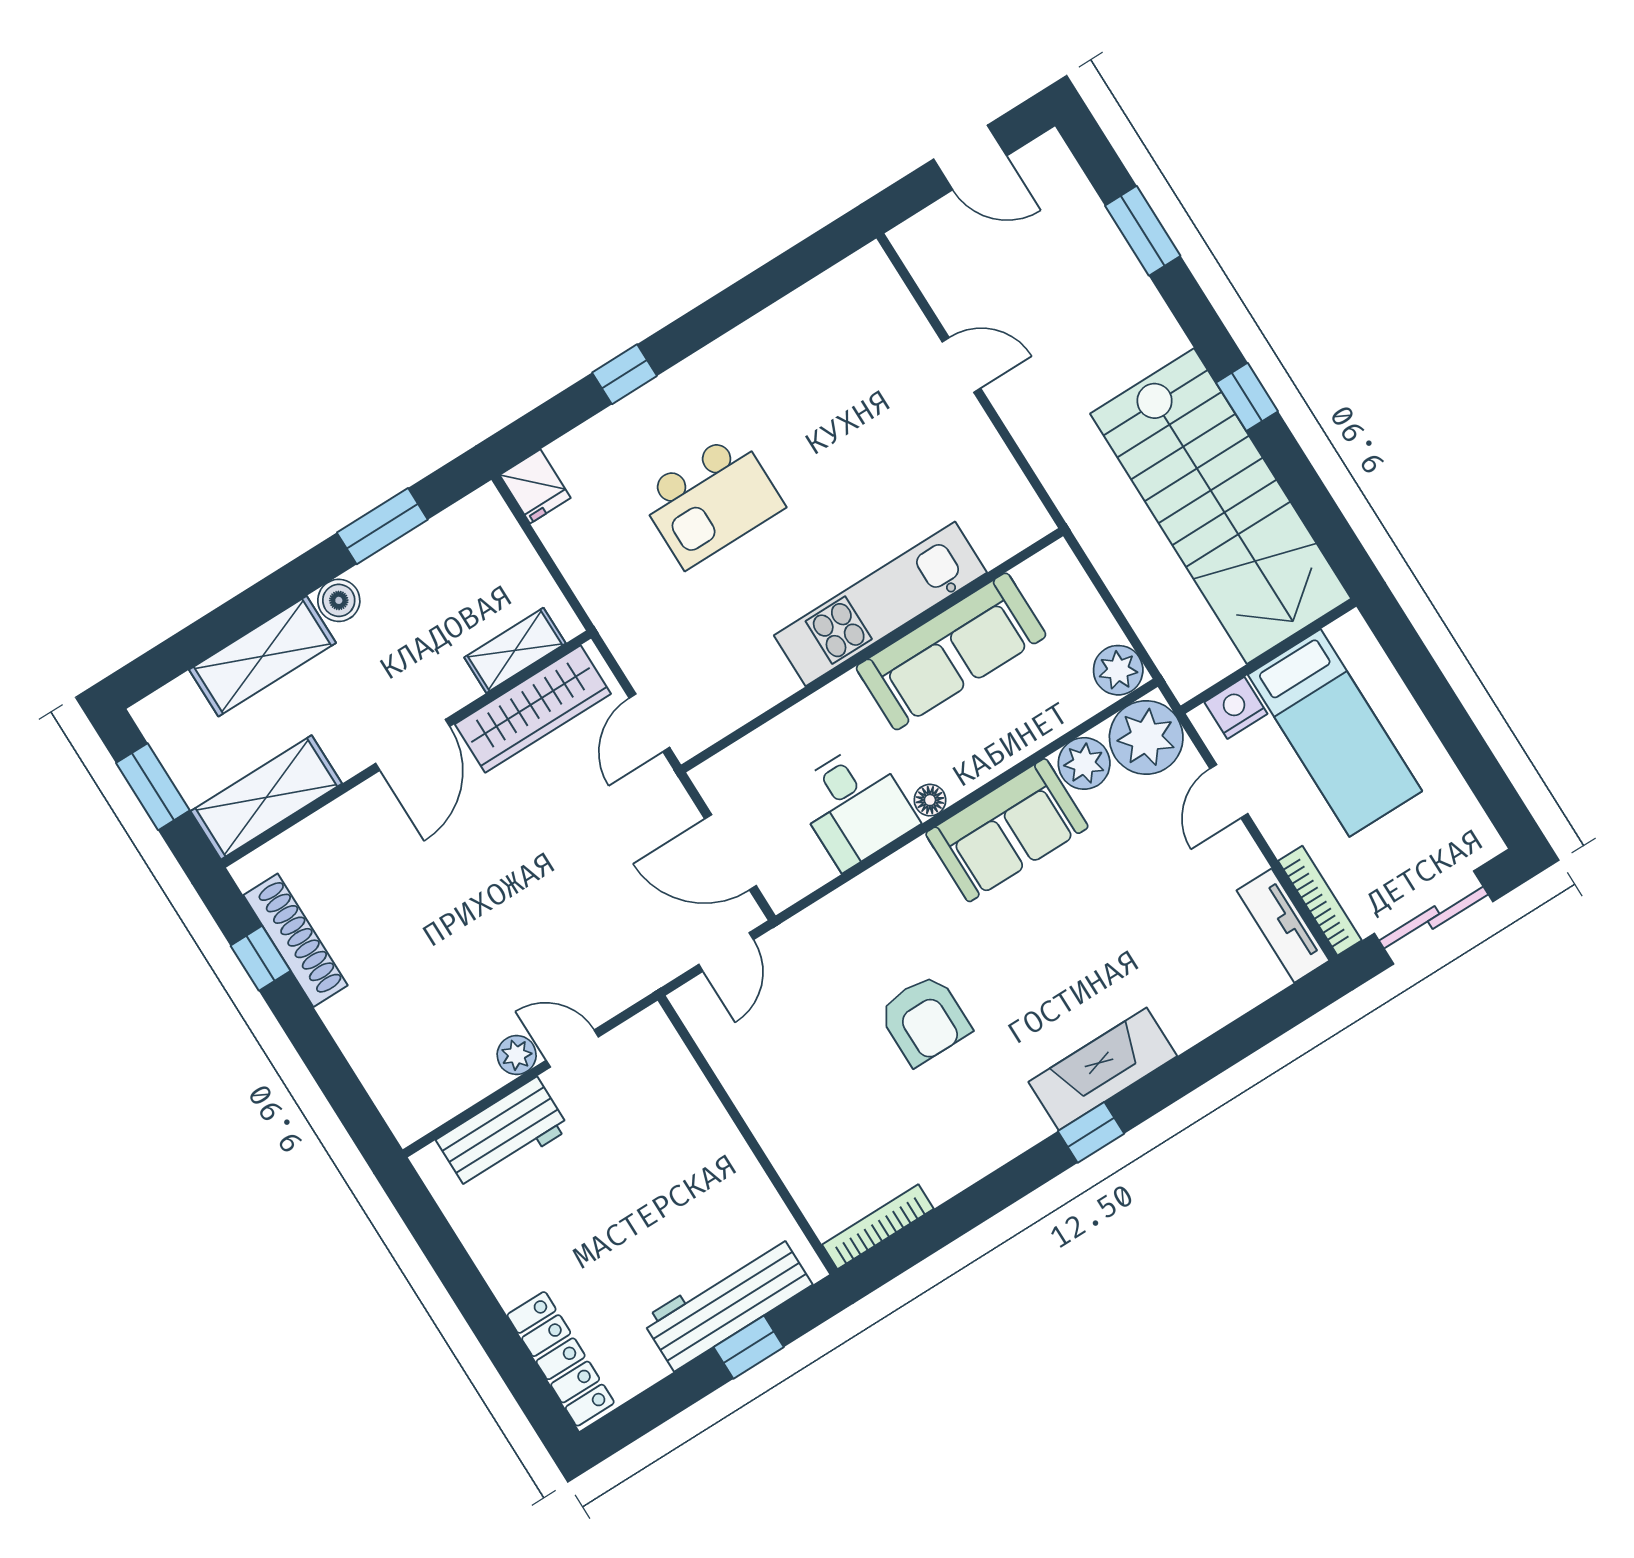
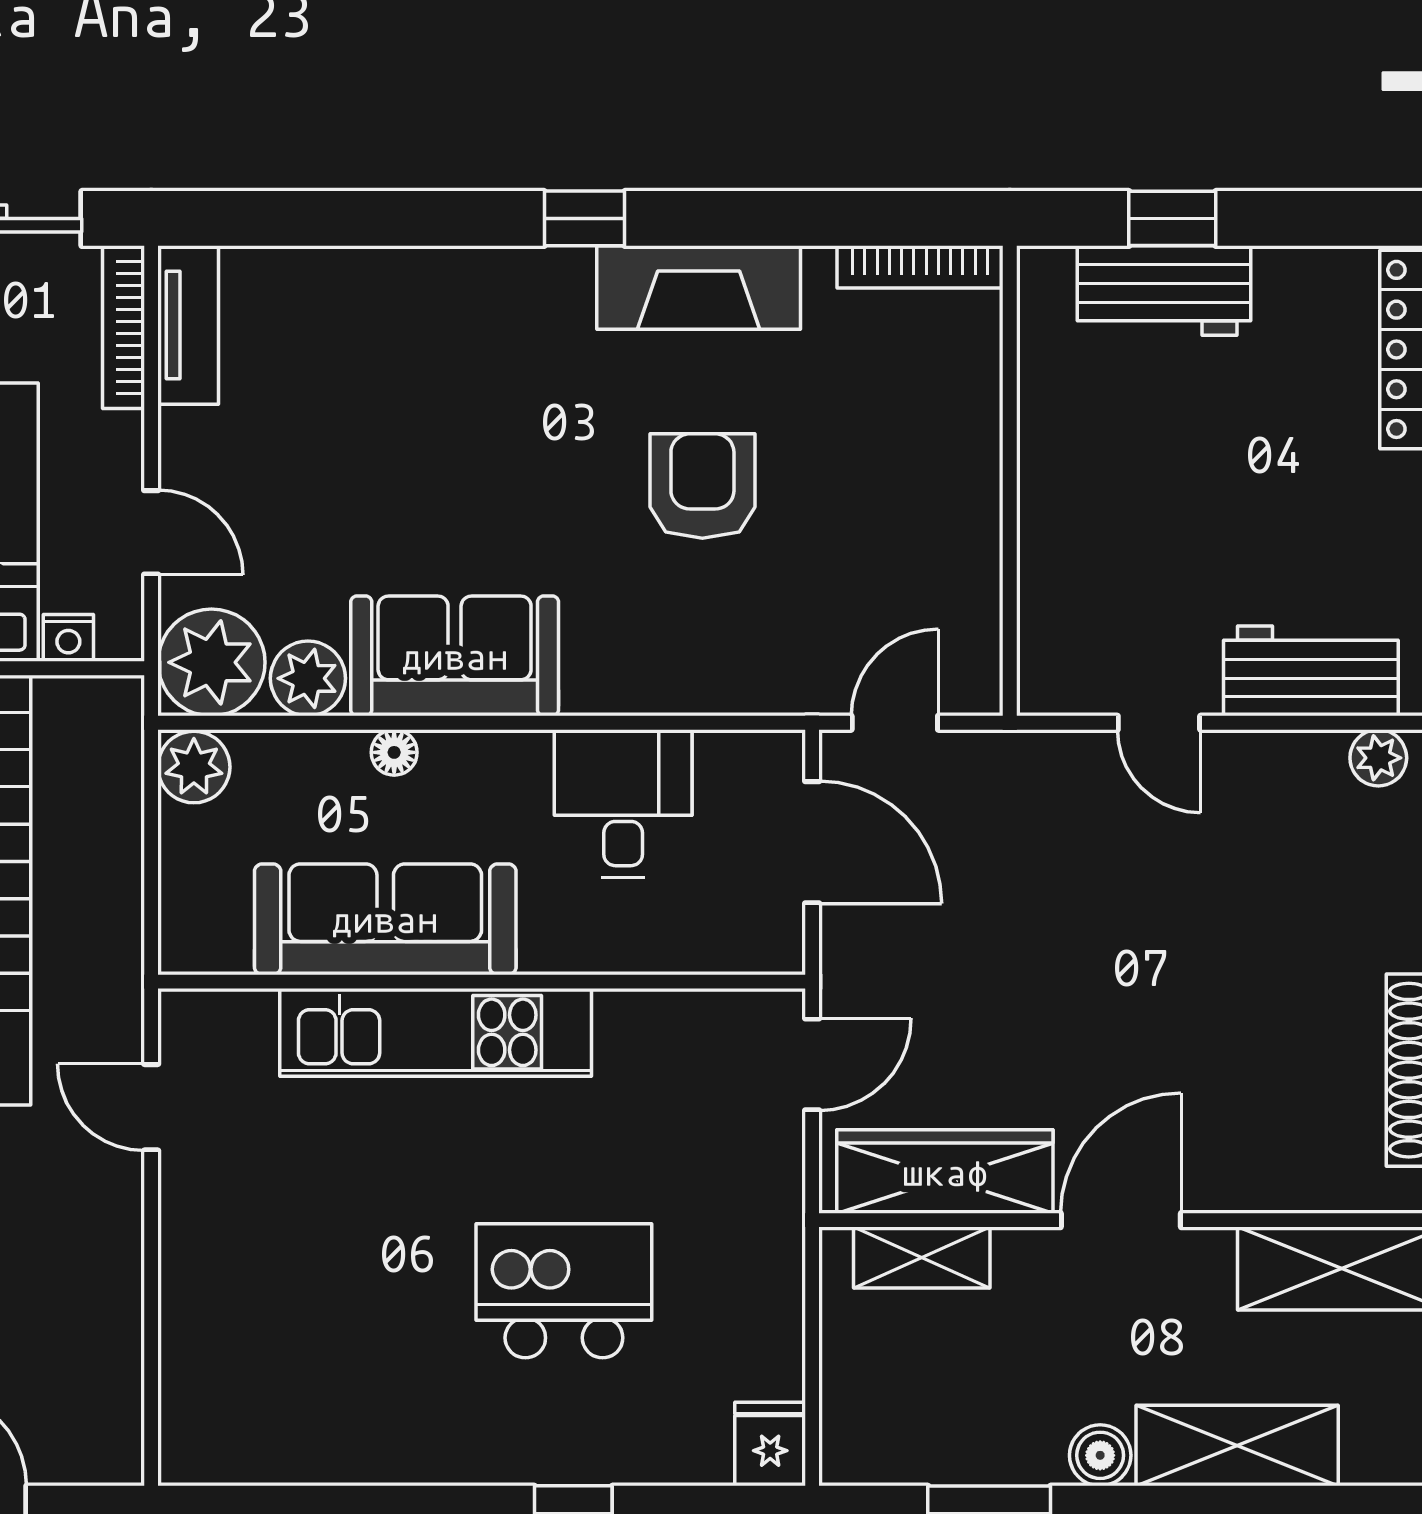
door: (961, 365) -> (151, 1107), moved
nightstand: (1236, 708) -> (68, 638), width x0.72, depth x0.74
door: (1229, 791) -> (151, 532), hinge flipped
floor lamp: (930, 800) -> (394, 752), moved
plant: (517, 1055) -> (1378, 758), moved
fireplace: (1103, 1069) -> (699, 288), moved
workbench: (727, 1302) -> (1164, 291), width x0.73

